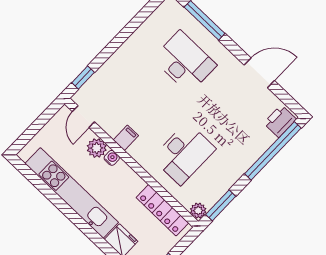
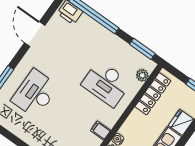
desk: (184, 153) -> (106, 84), turned 180
plant: (198, 211) -> (142, 75), moved

